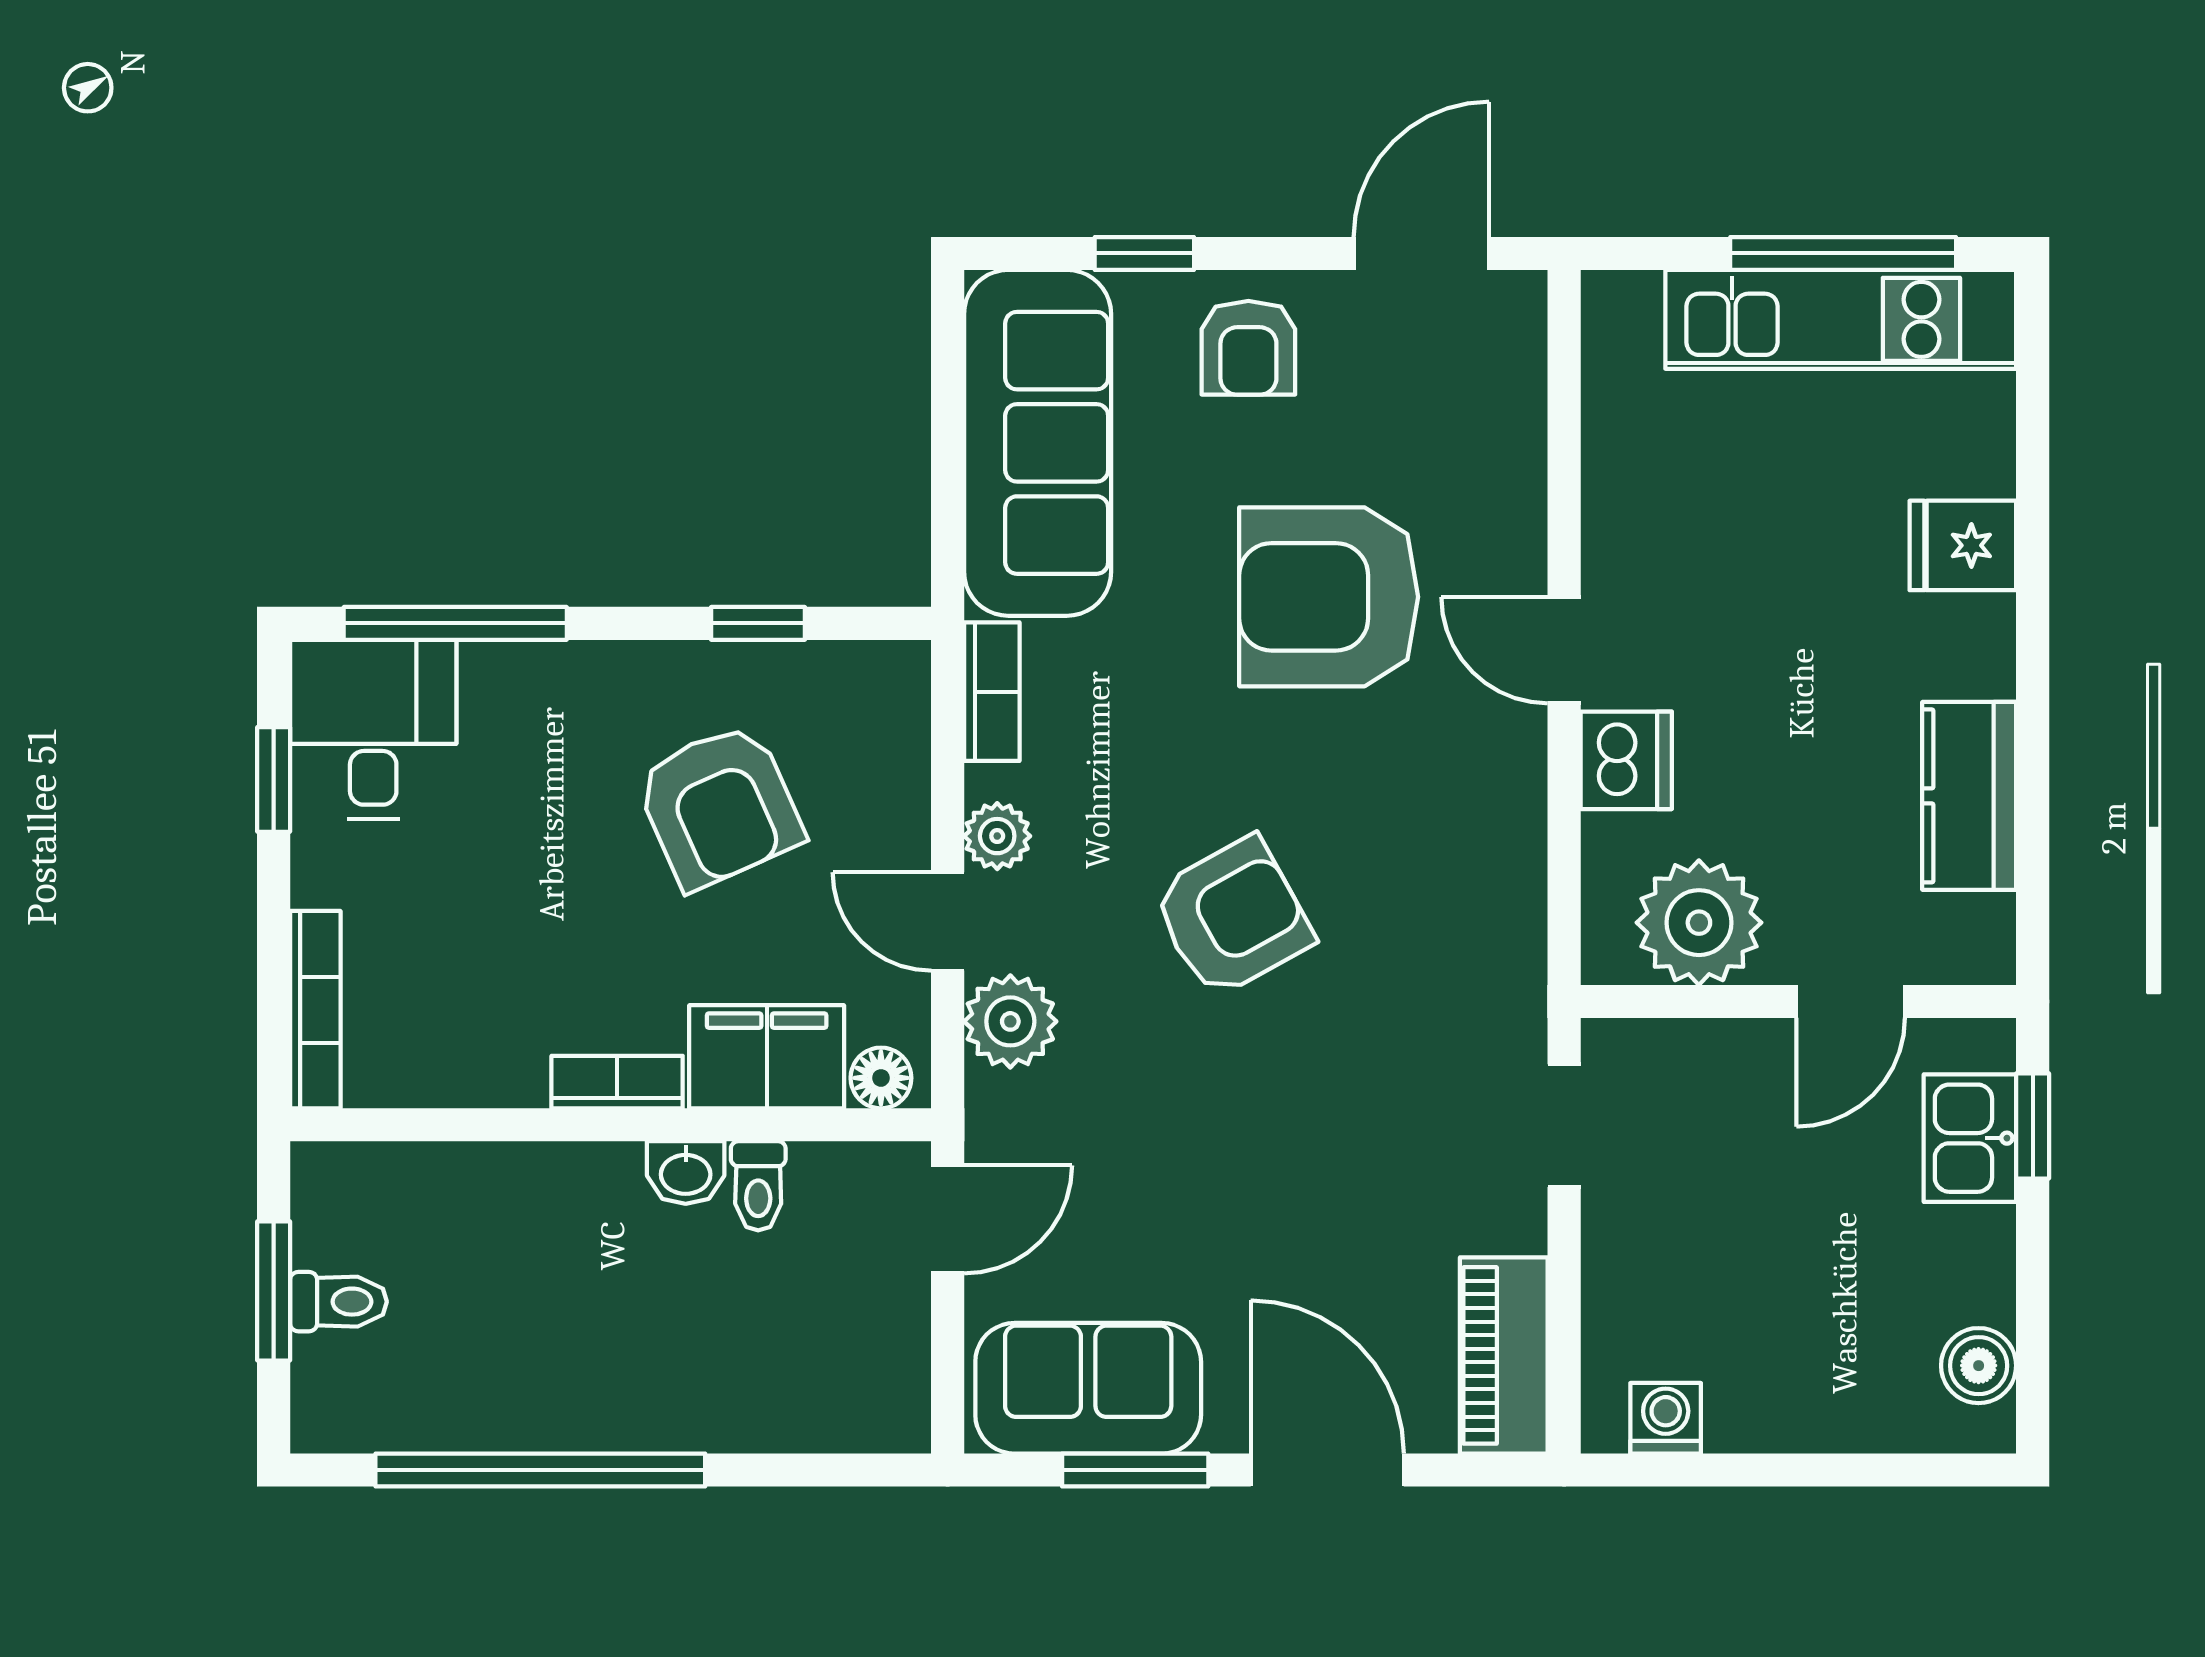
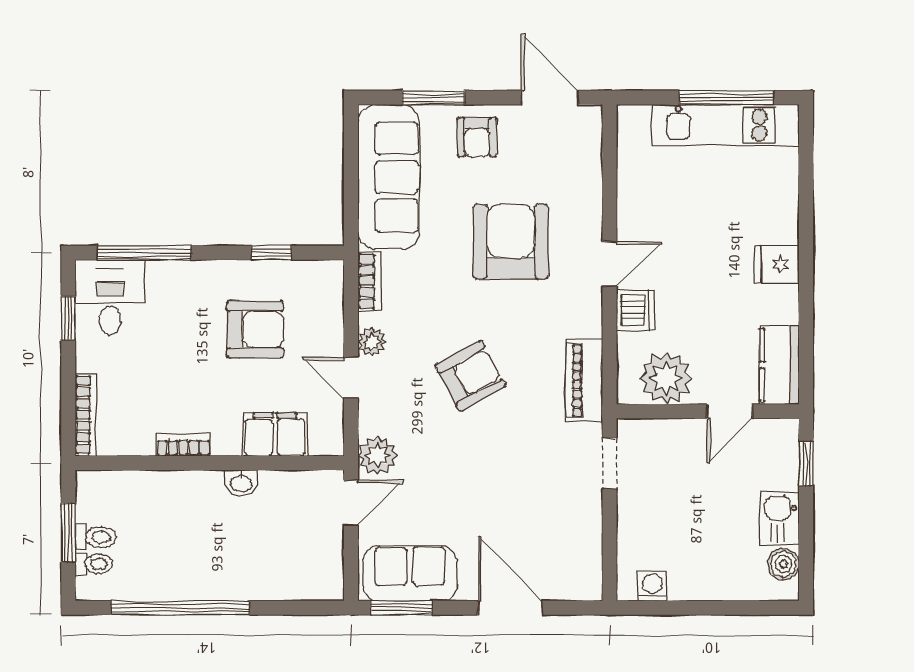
window: (1144, 253) -> (433, 98), width x1.50
door: (1421, 253) -> (550, 98), hinge flipped
fridge: (1963, 545) -> (777, 264), moved
armchair: (1329, 597) -> (511, 242), turned 90
door: (1564, 650) -> (610, 264), swing flipped
kitchen counter: (1969, 796) -> (779, 365), moved
armchair: (719, 806) -> (255, 329), turned -66
plant: (1010, 1021) -> (377, 456), moved
floor lamp: (881, 1078) -> (323, 443), removed
bookcase: (617, 1082) -> (183, 445), moved
kitchen sink: (1970, 1138) -> (780, 519), moved
toilet: (758, 1186) -> (94, 564), moved, turned -90
piano: (1504, 1355) -> (584, 381), moved
window: (1135, 1470) -> (401, 608), moved

